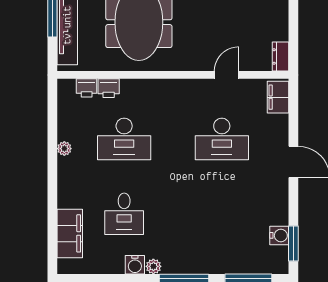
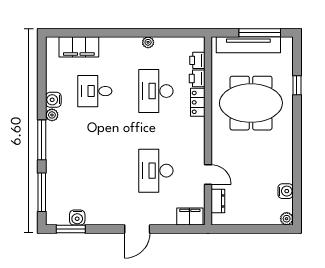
dresser: (280, 56) -> (218, 201), moved, turned 90
locker: (138, 87) -> (198, 102), added

